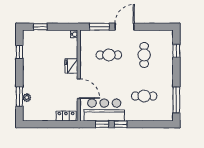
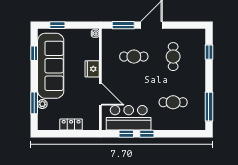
sofa: (34, 63) -> (51, 66), added
locker: (66, 116) -> (71, 125), moved

